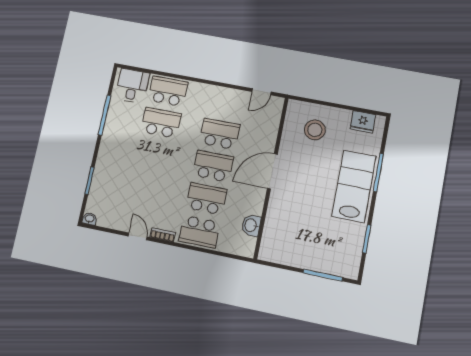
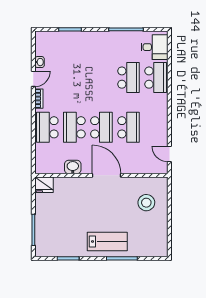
fridge: (363, 122) -> (44, 185), moved, turned -90
lab bench: (354, 186) -> (107, 241), width x0.73, depth x0.72
school desk: (206, 199) -> (74, 127), turned 180
washbasin: (90, 219) -> (40, 62), moved
washbasin: (251, 225) -> (73, 167), moved

